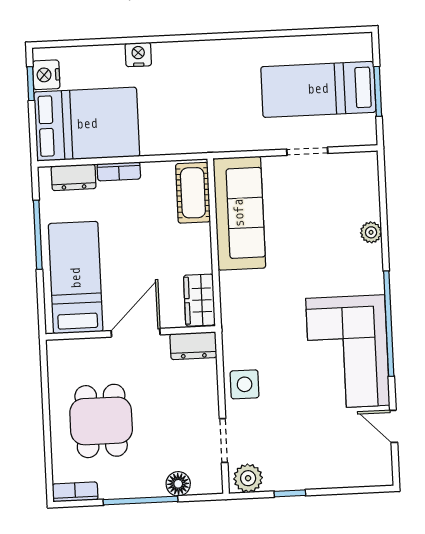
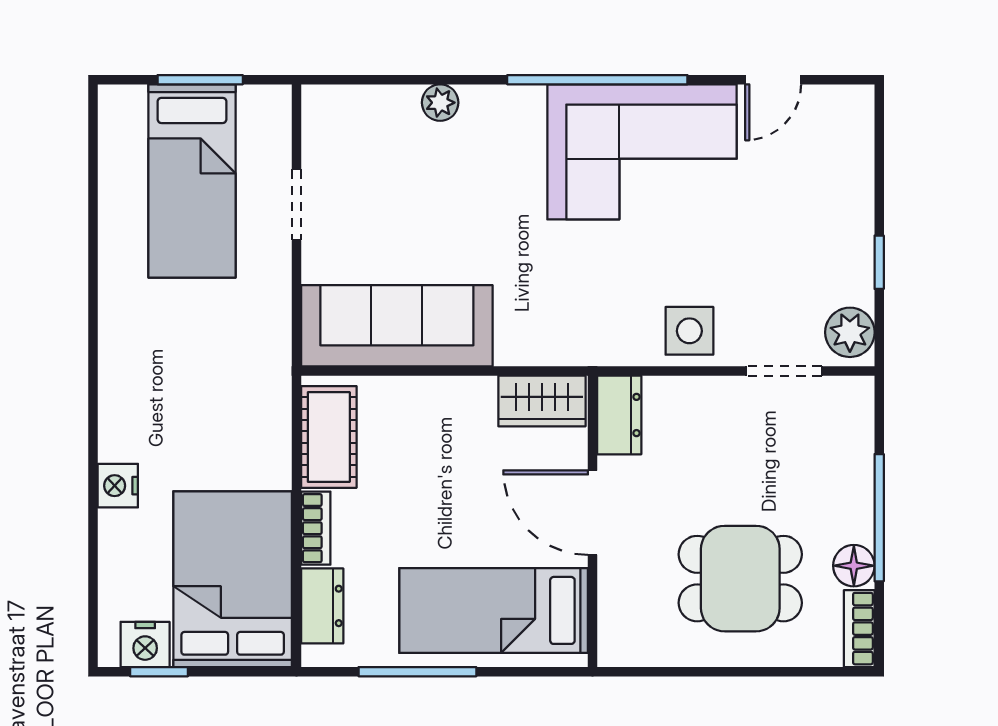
cot: (193, 193) -> (329, 437), moved, turned 90
floor lamp: (178, 484) -> (854, 566), moved

